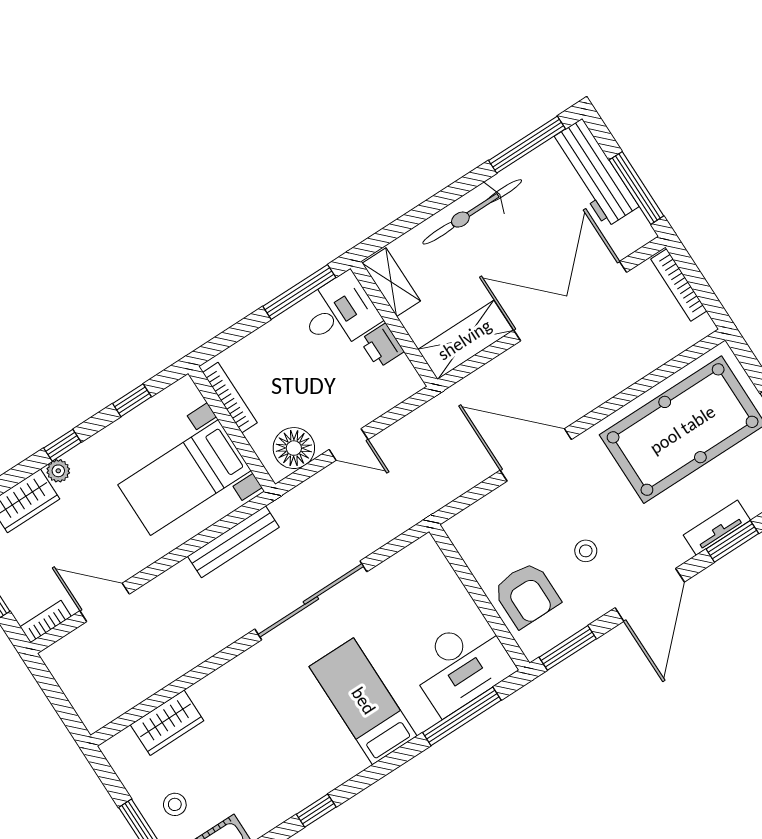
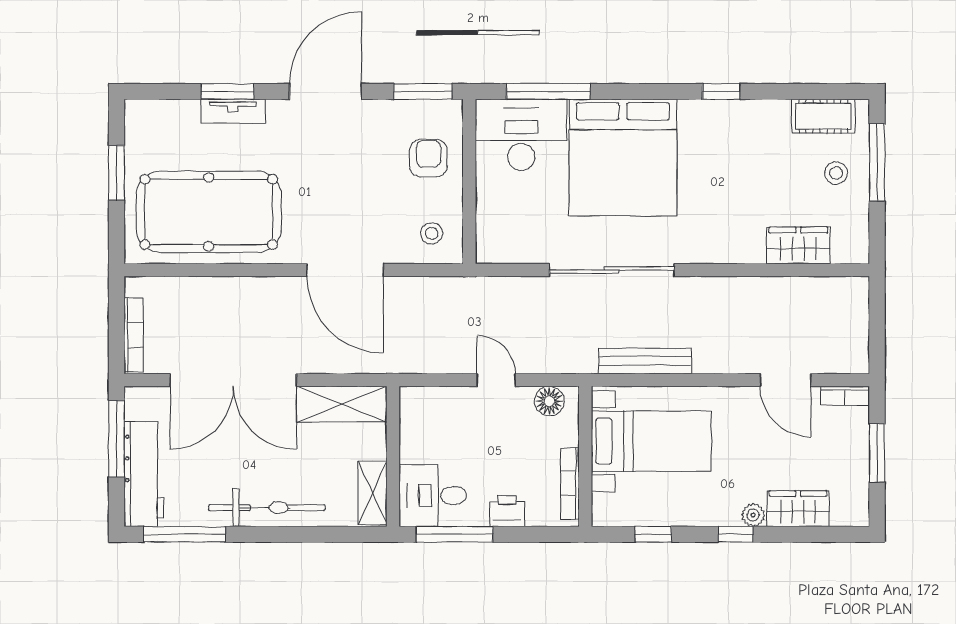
printer: (382, 346) -> (507, 511), moved, turned -90
floor lamp: (294, 448) -> (549, 401), width x0.73, depth x0.73
stool: (586, 551) -> (432, 233), moved
armchair: (527, 595) -> (428, 158), width x0.72, depth x0.72
bed: (363, 701) -> (623, 157), width x2.04

